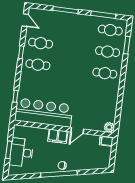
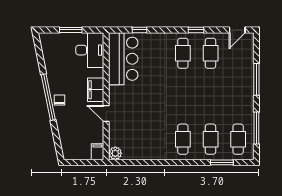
bar counter: (44, 113) -> (123, 59), width x0.73
desk: (21, 152) -> (90, 50), moved, turned 90

